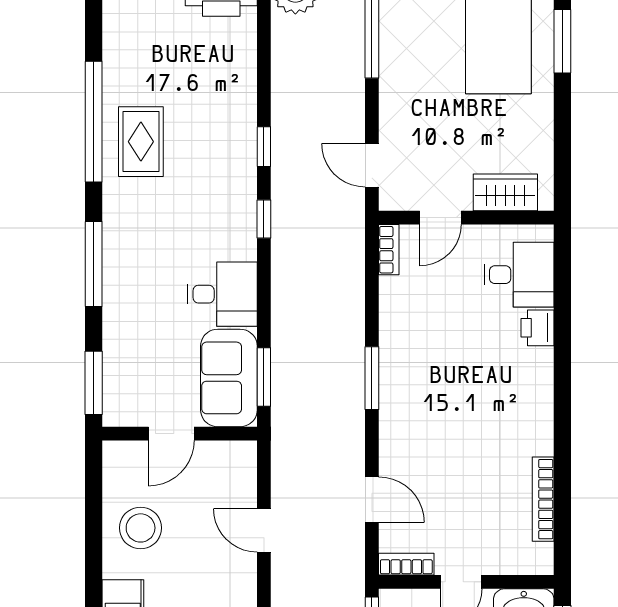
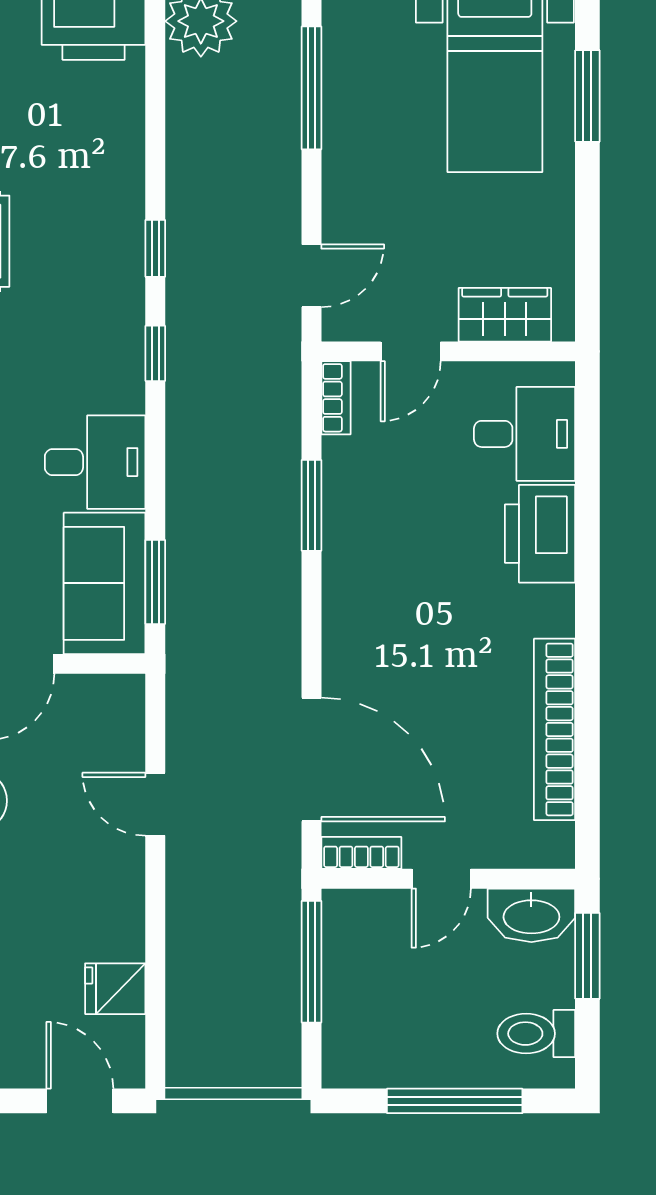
door: (372, 165) -> (312, 276), swing flipped
printer: (538, 328) -> (540, 534), width x1.87, depth x1.48
window: (372, 378) -> (312, 505), moved
bookcase: (543, 499) -> (555, 729), width x1.48, depth x1.31
door: (372, 500) -> (312, 760), width x1.87

